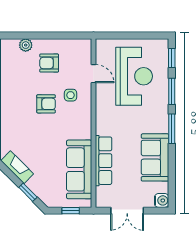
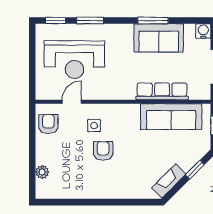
armchair: (49, 63) -> (48, 124), moved, turned 180
reception desk: (134, 76) -> (74, 60), turned 180
window: (172, 129) -> (153, 21), moved

